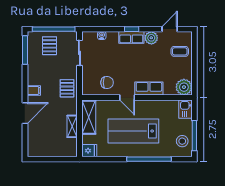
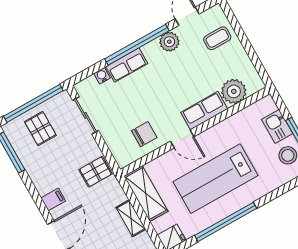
window: (132, 29) -> (137, 45), width x3.17
row of seats: (131, 37) -> (127, 65), moved
plant: (184, 87) -> (234, 91), moved
pallet: (67, 88) -> (95, 172), turned 90
kitchen sink: (185, 109) -> (277, 126), moved
window: (149, 159) -> (226, 222), moved

